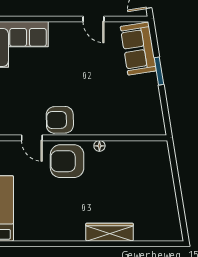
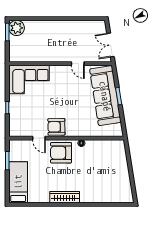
sofa: (138, 49) -> (105, 96), width x1.85, depth x1.27
wardrobe: (110, 232) -> (65, 197), moved

